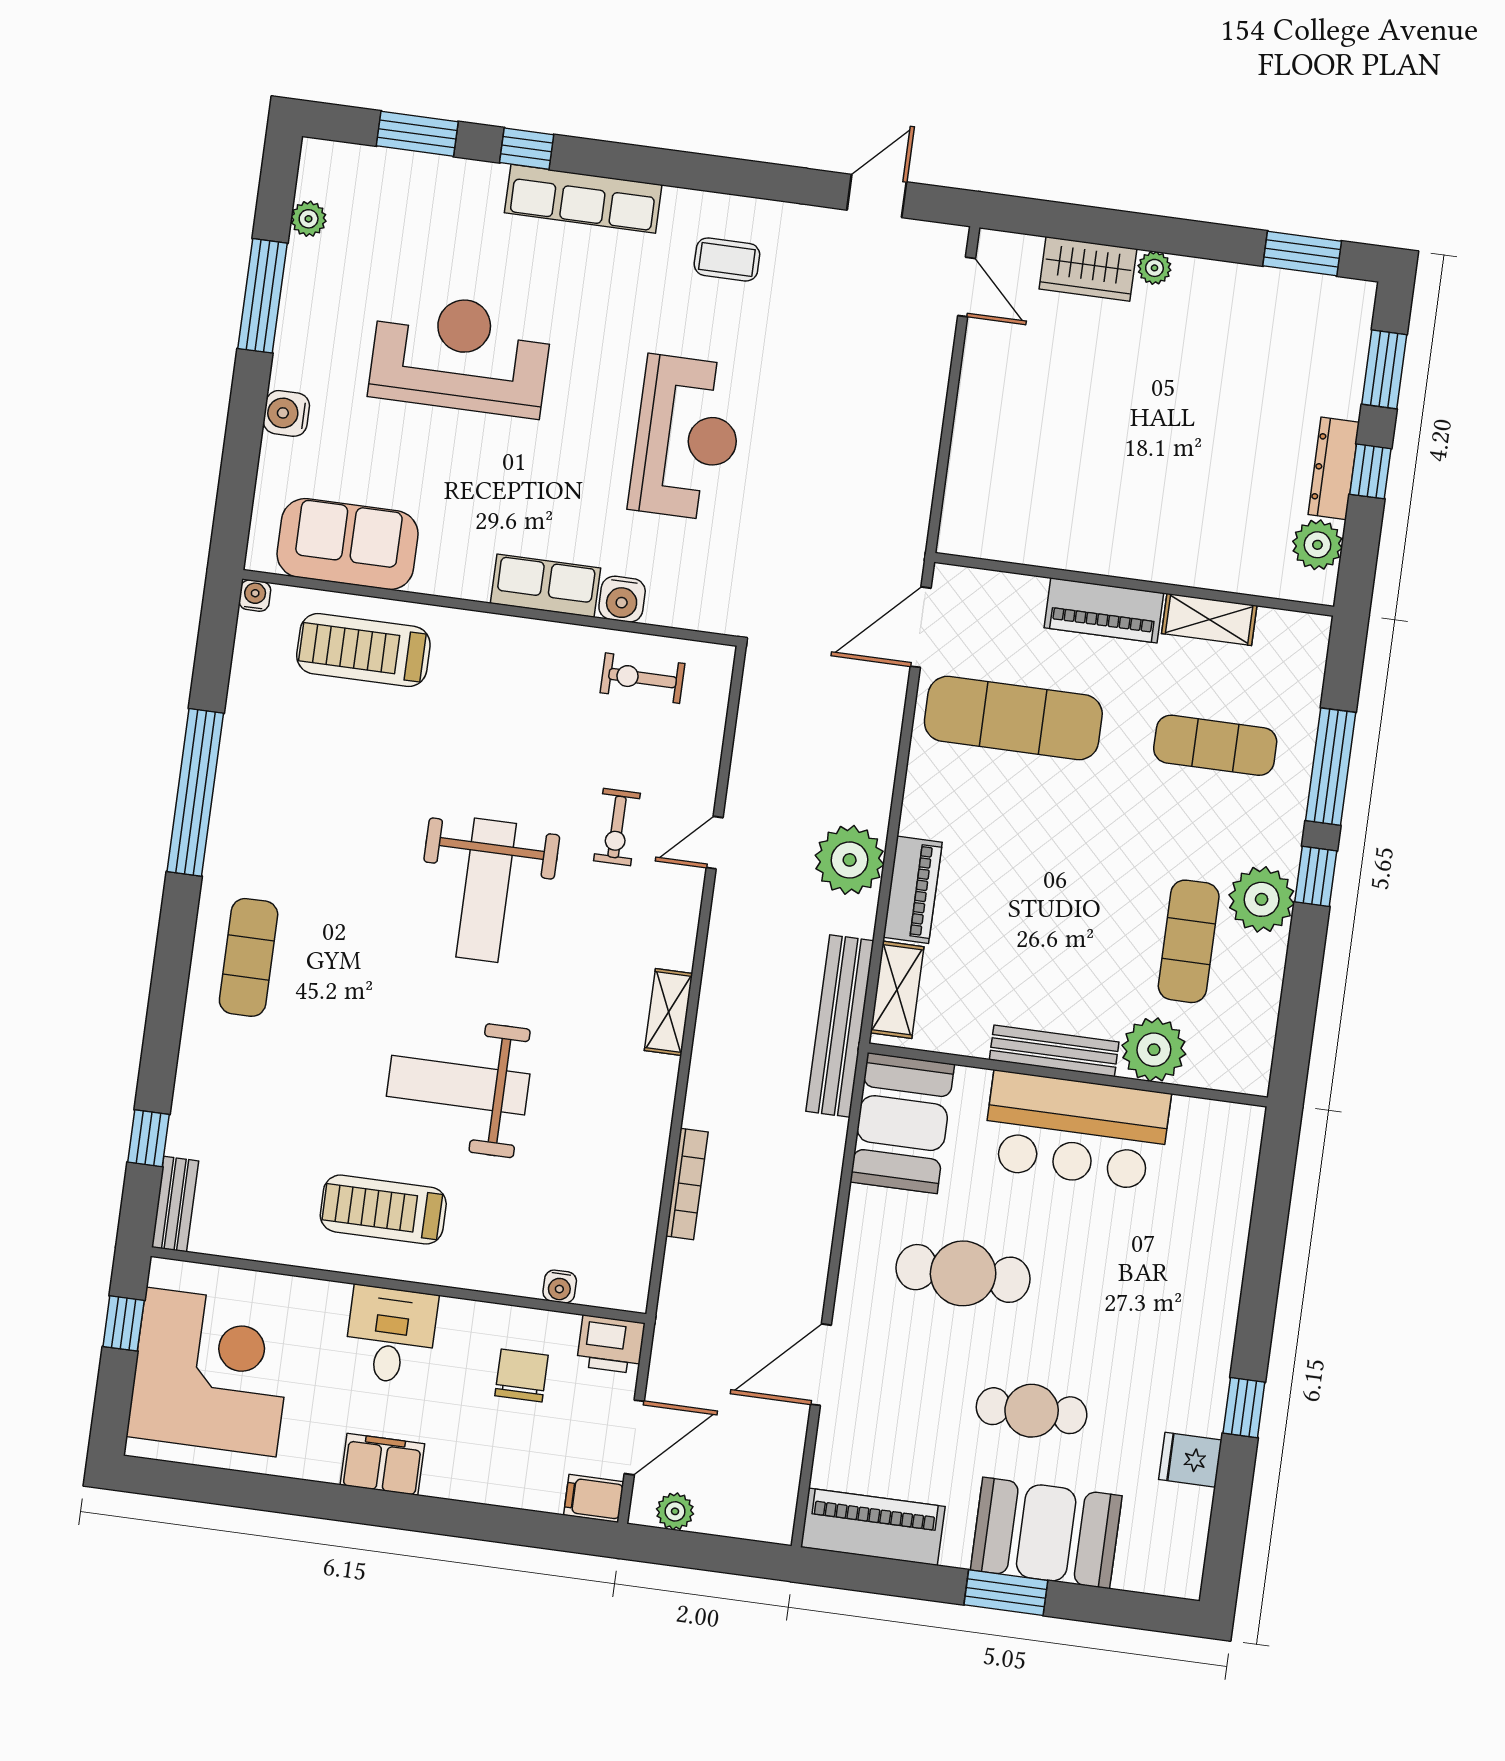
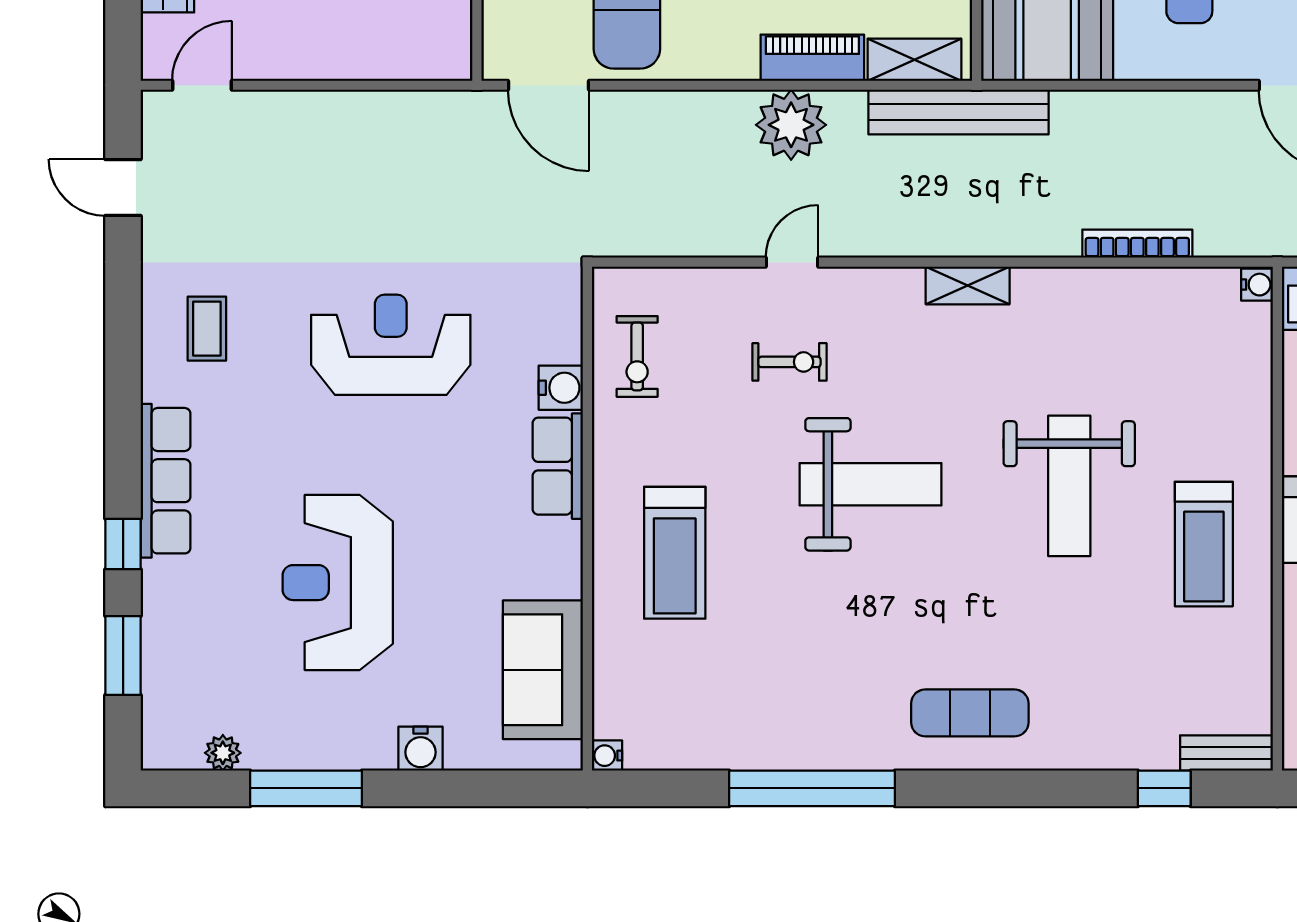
treadmill: (363, 650) -> (675, 553), moved
door: (715, 843) -> (792, 262), swing flipped
water cooler: (560, 1287) -> (1257, 285), moved

